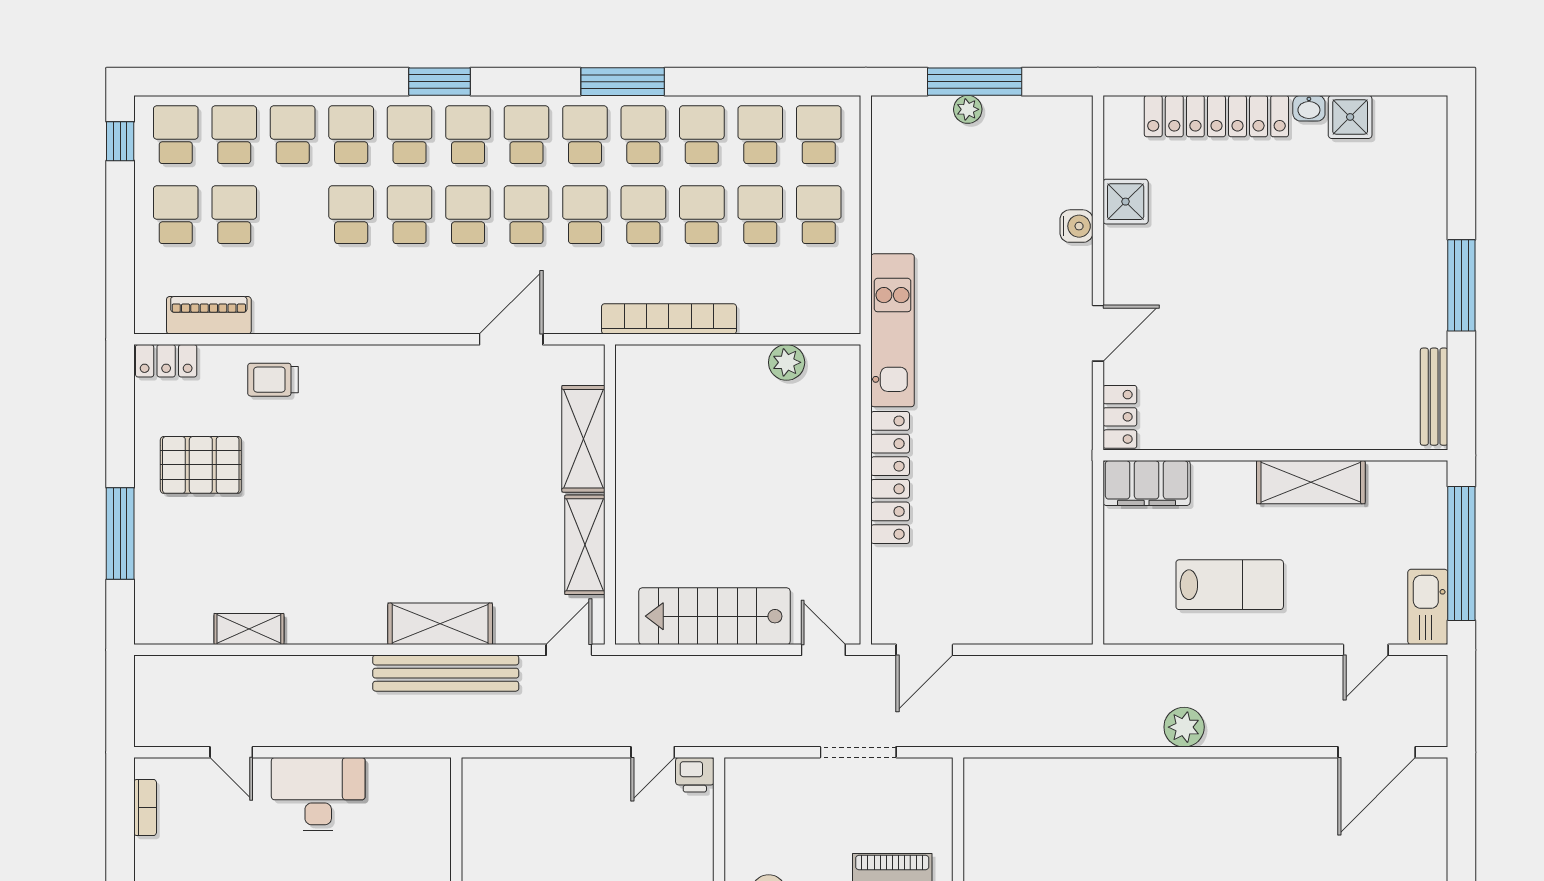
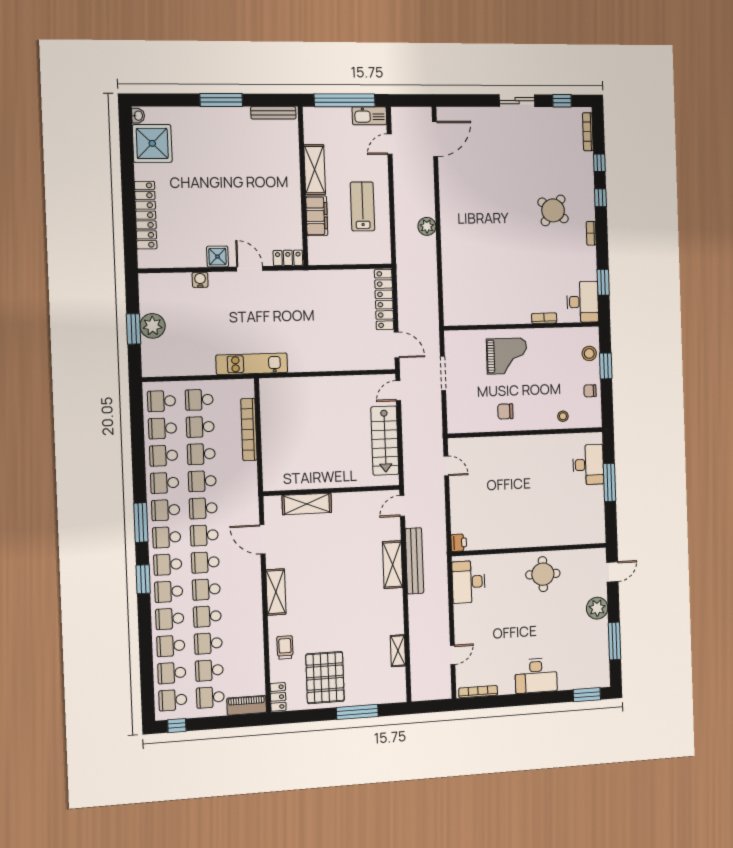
window: (623, 82) -> (141, 523), moved
window: (975, 82) -> (134, 329), width x0.69
washbasin: (1309, 108) -> (138, 116), moved
plant: (968, 109) -> (153, 326), width x1.88, depth x1.88
shower: (1350, 117) -> (152, 143), width x1.86, depth x1.86
shower: (1126, 202) -> (218, 257), moved
school desk: (293, 215) -> (208, 643), added
piano: (209, 315) -> (247, 705), moved, turned 90
bookcase: (669, 319) -> (249, 429), moved
plant: (787, 362) -> (268, 412), removed
trolley: (273, 380) -> (285, 647), turned 180
pallet: (201, 465) -> (325, 678), width x1.37, depth x1.41
locker: (890, 478) -> (384, 299), moved, turned -90
filing cabinet: (1147, 483) -> (317, 216), moved
shelving: (585, 545) -> (276, 592), moved, turned 90
door: (569, 650) -> (402, 506), hinge flipped
door: (1366, 650) -> (390, 144), swing flipped
door: (1377, 752) -> (435, 139), hinge flipped
printer: (695, 775) -> (459, 543), moved
desk: (318, 794) -> (469, 582), moved
bookcase: (145, 807) -> (478, 692), width x1.56

